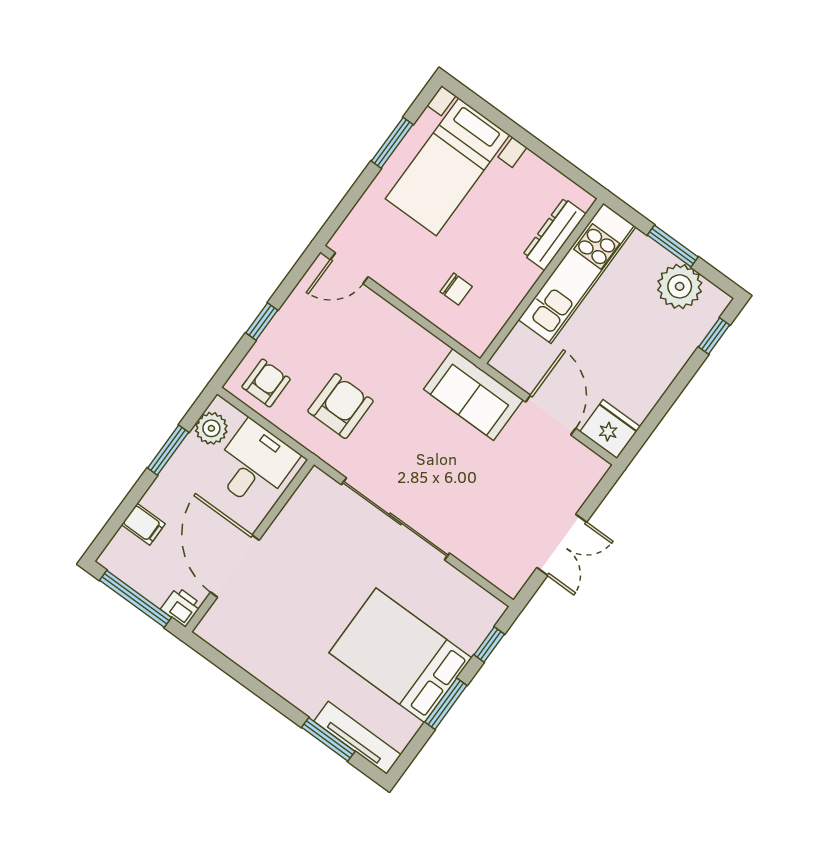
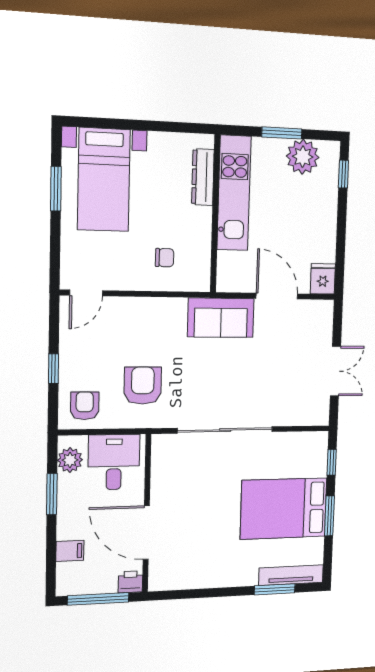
fridge: (610, 429) -> (323, 279), width x0.72

